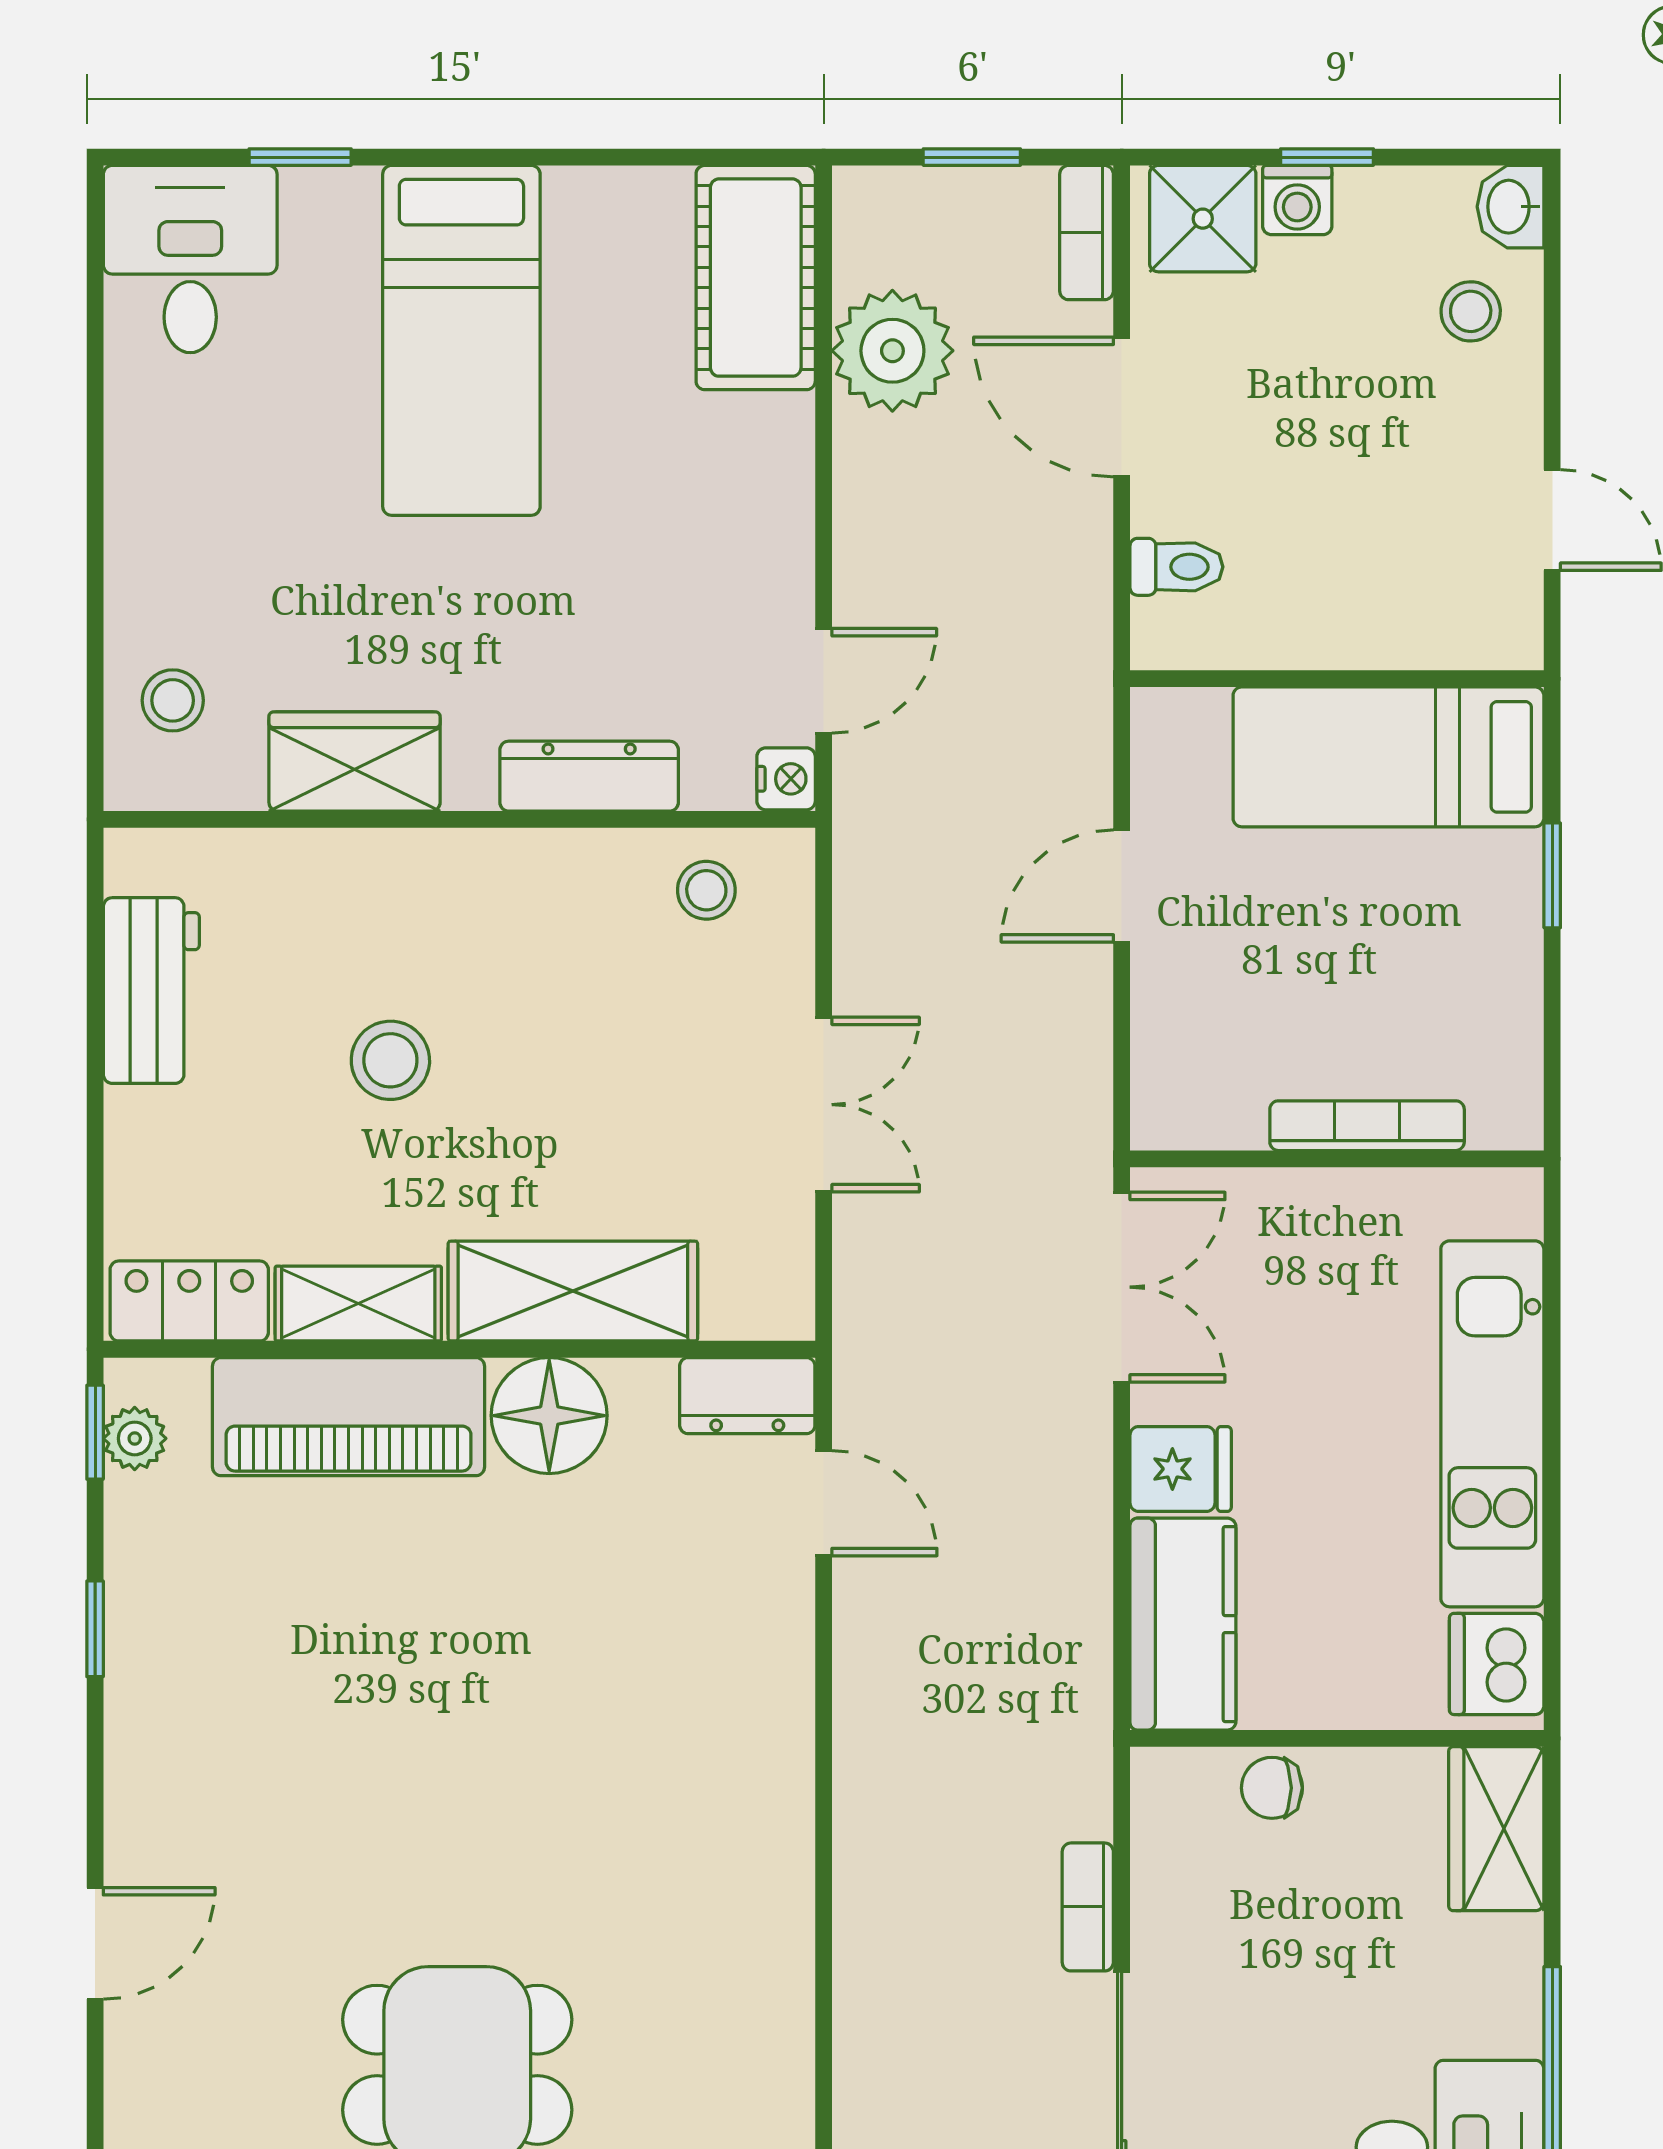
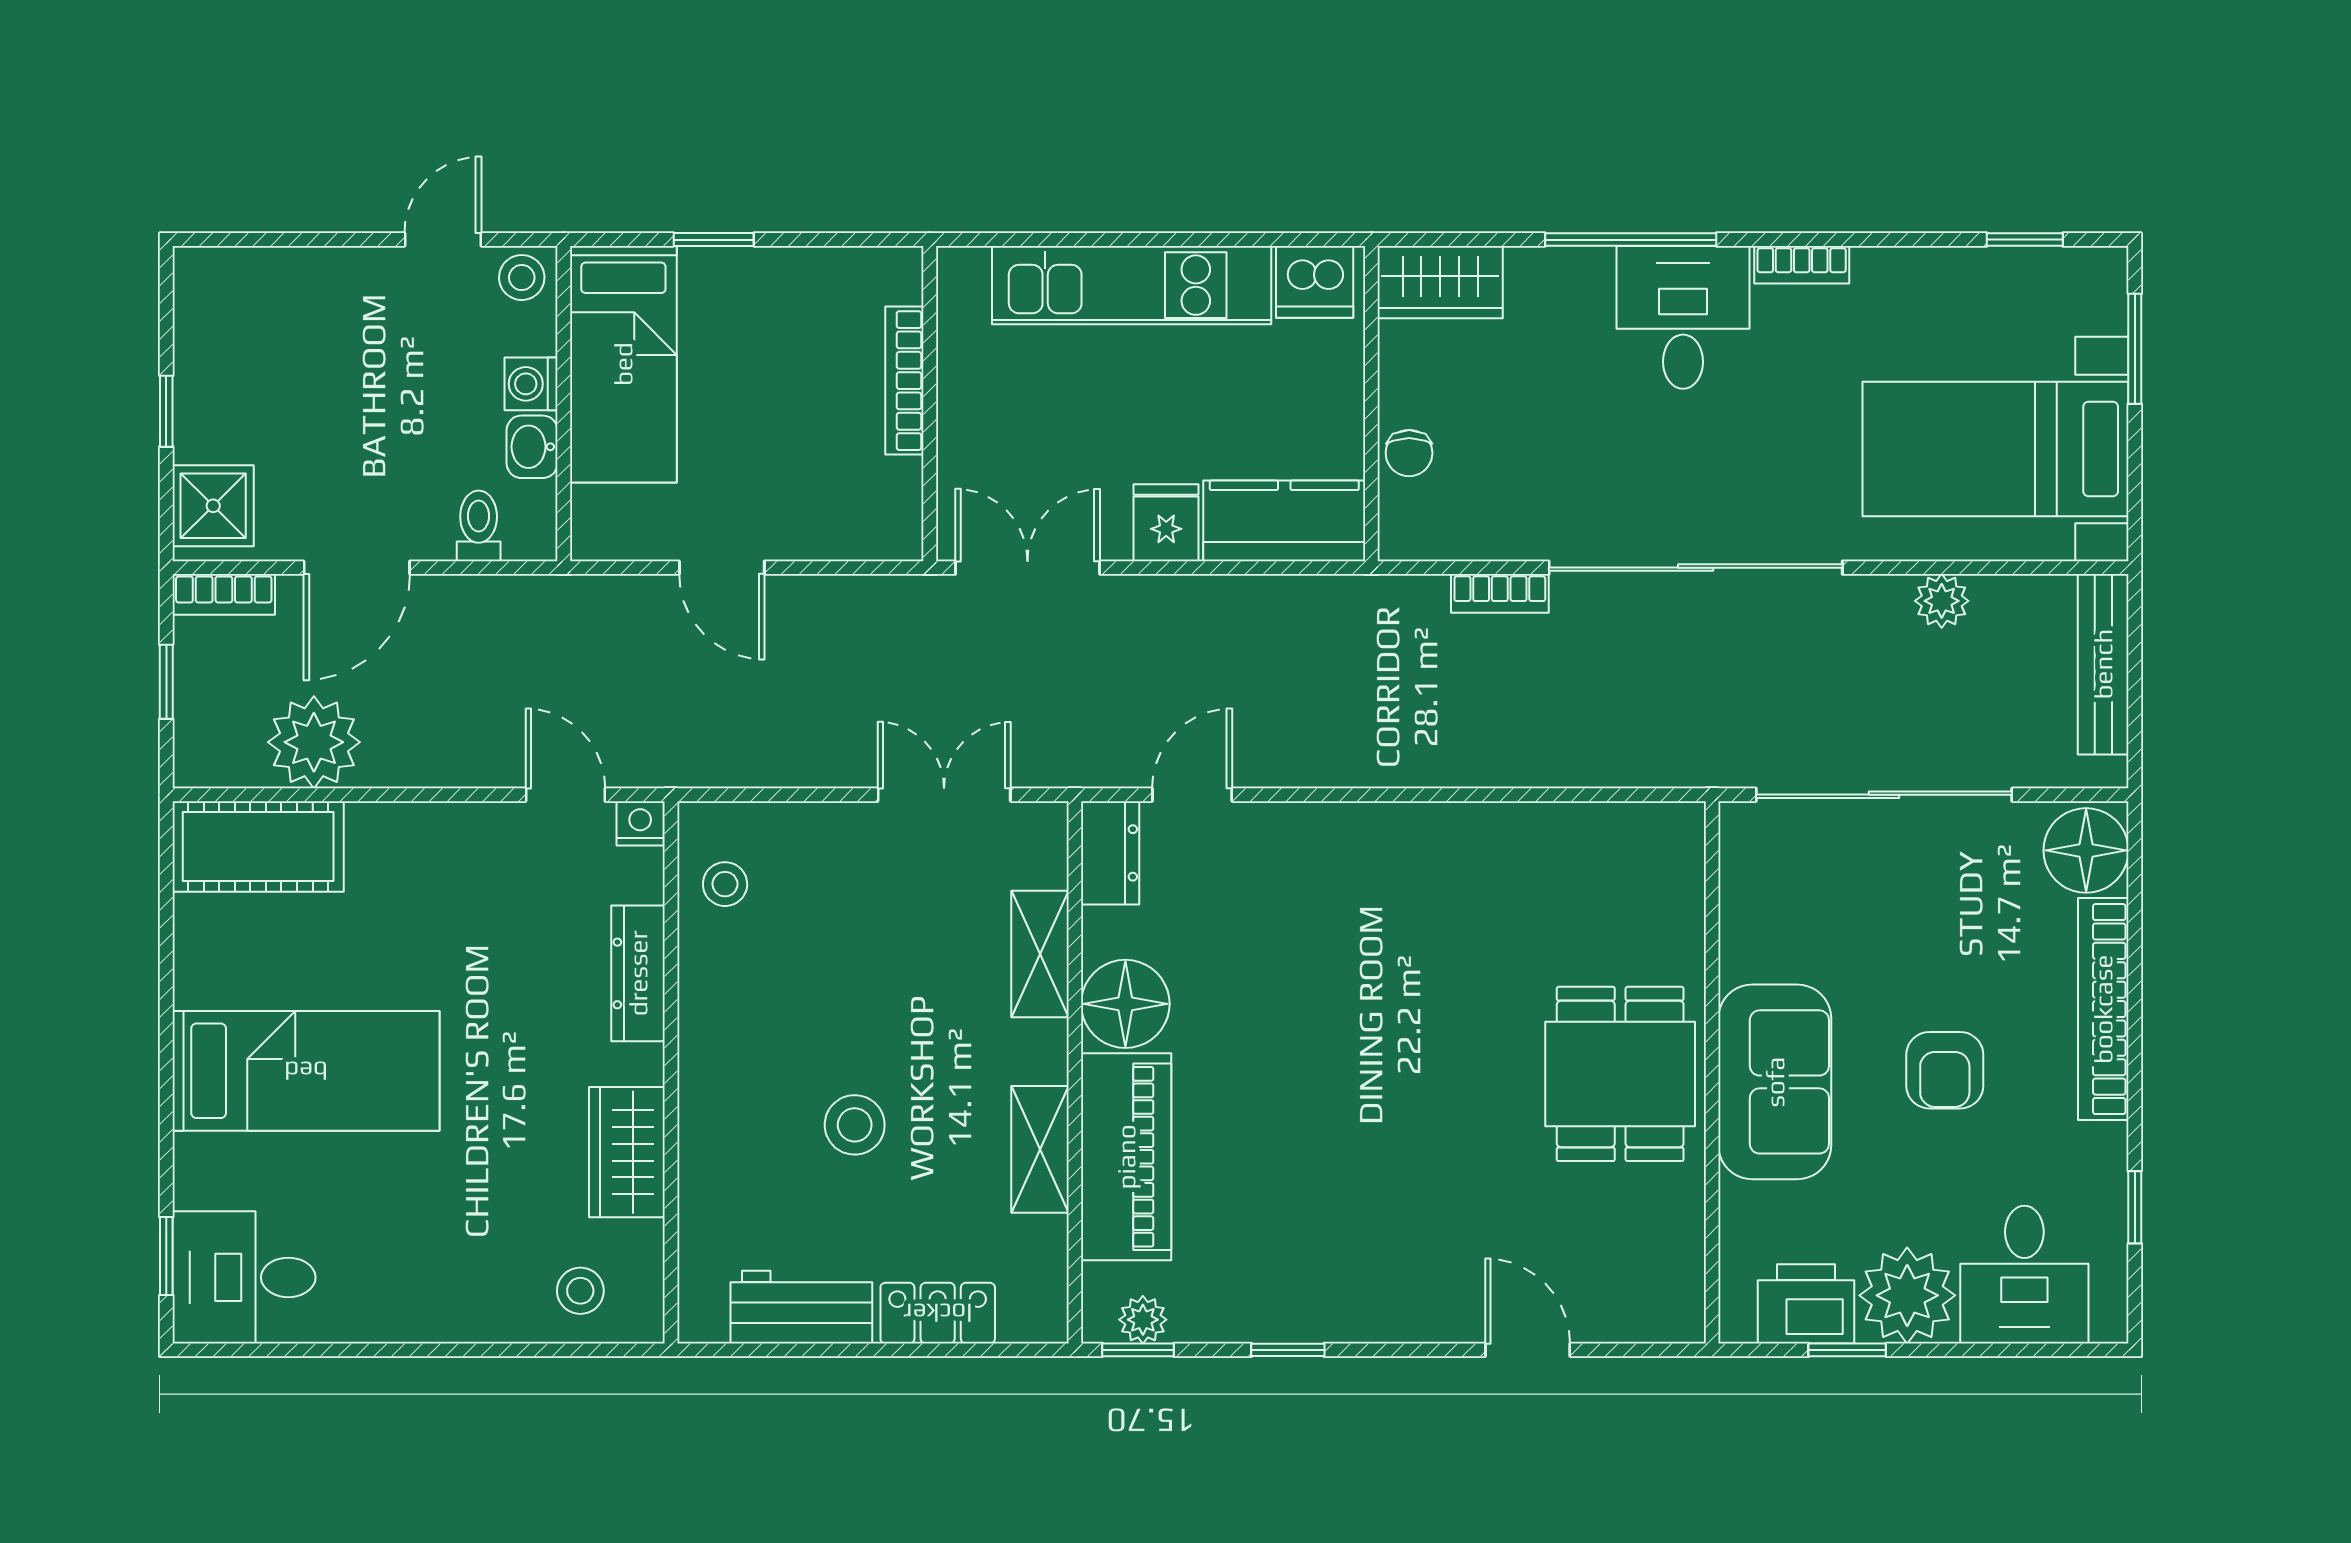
window: (300, 157) -> (166, 1256), moved
washing machine: (1297, 200) -> (531, 384), moved, turned 180
washbasin: (1511, 207) -> (532, 447), moved, turned 90
stool: (1471, 311) -> (522, 278), moved
double door: (824, 1105) -> (944, 795), moved
shelving: (573, 1291) -> (1040, 954), width x0.67, depth x0.75
locker: (189, 1301) -> (938, 1313), moved, turned 90

